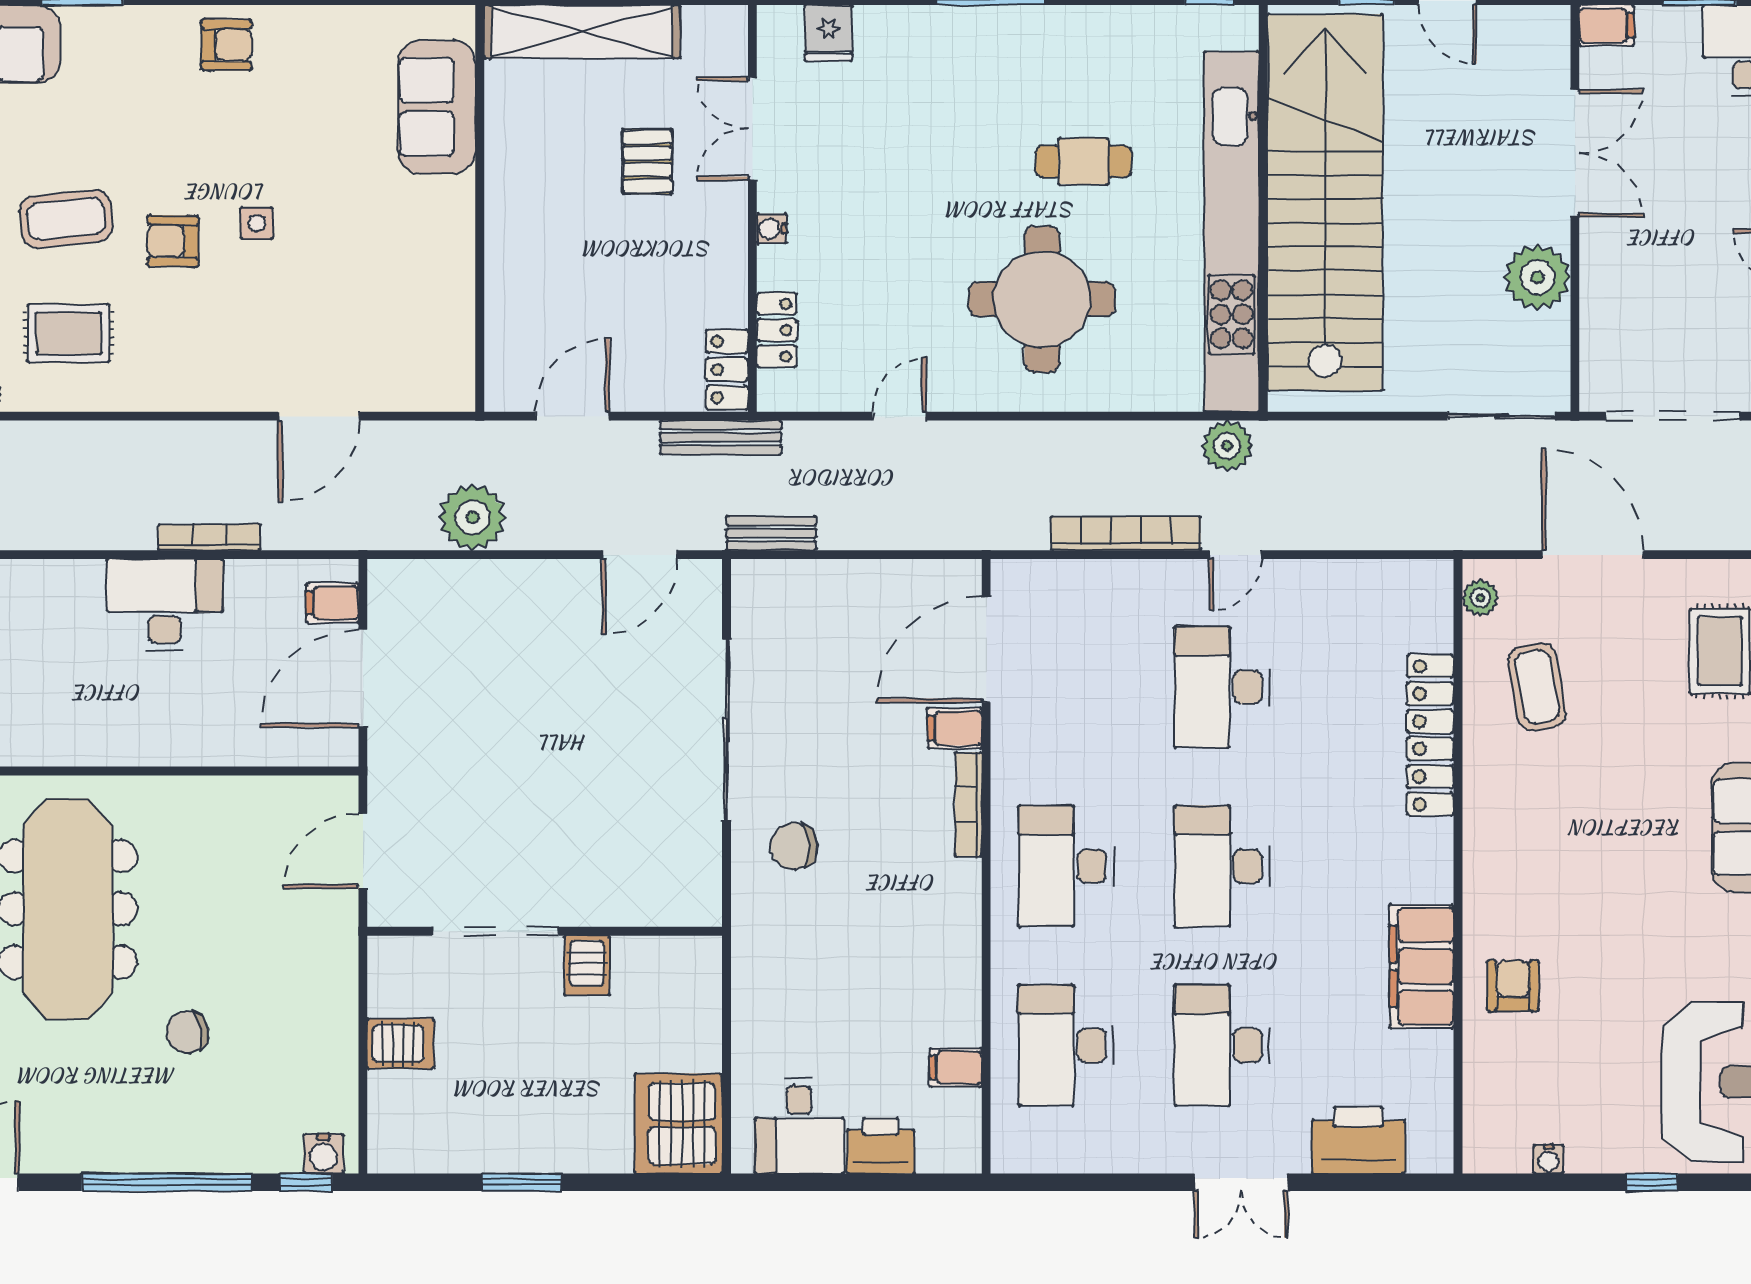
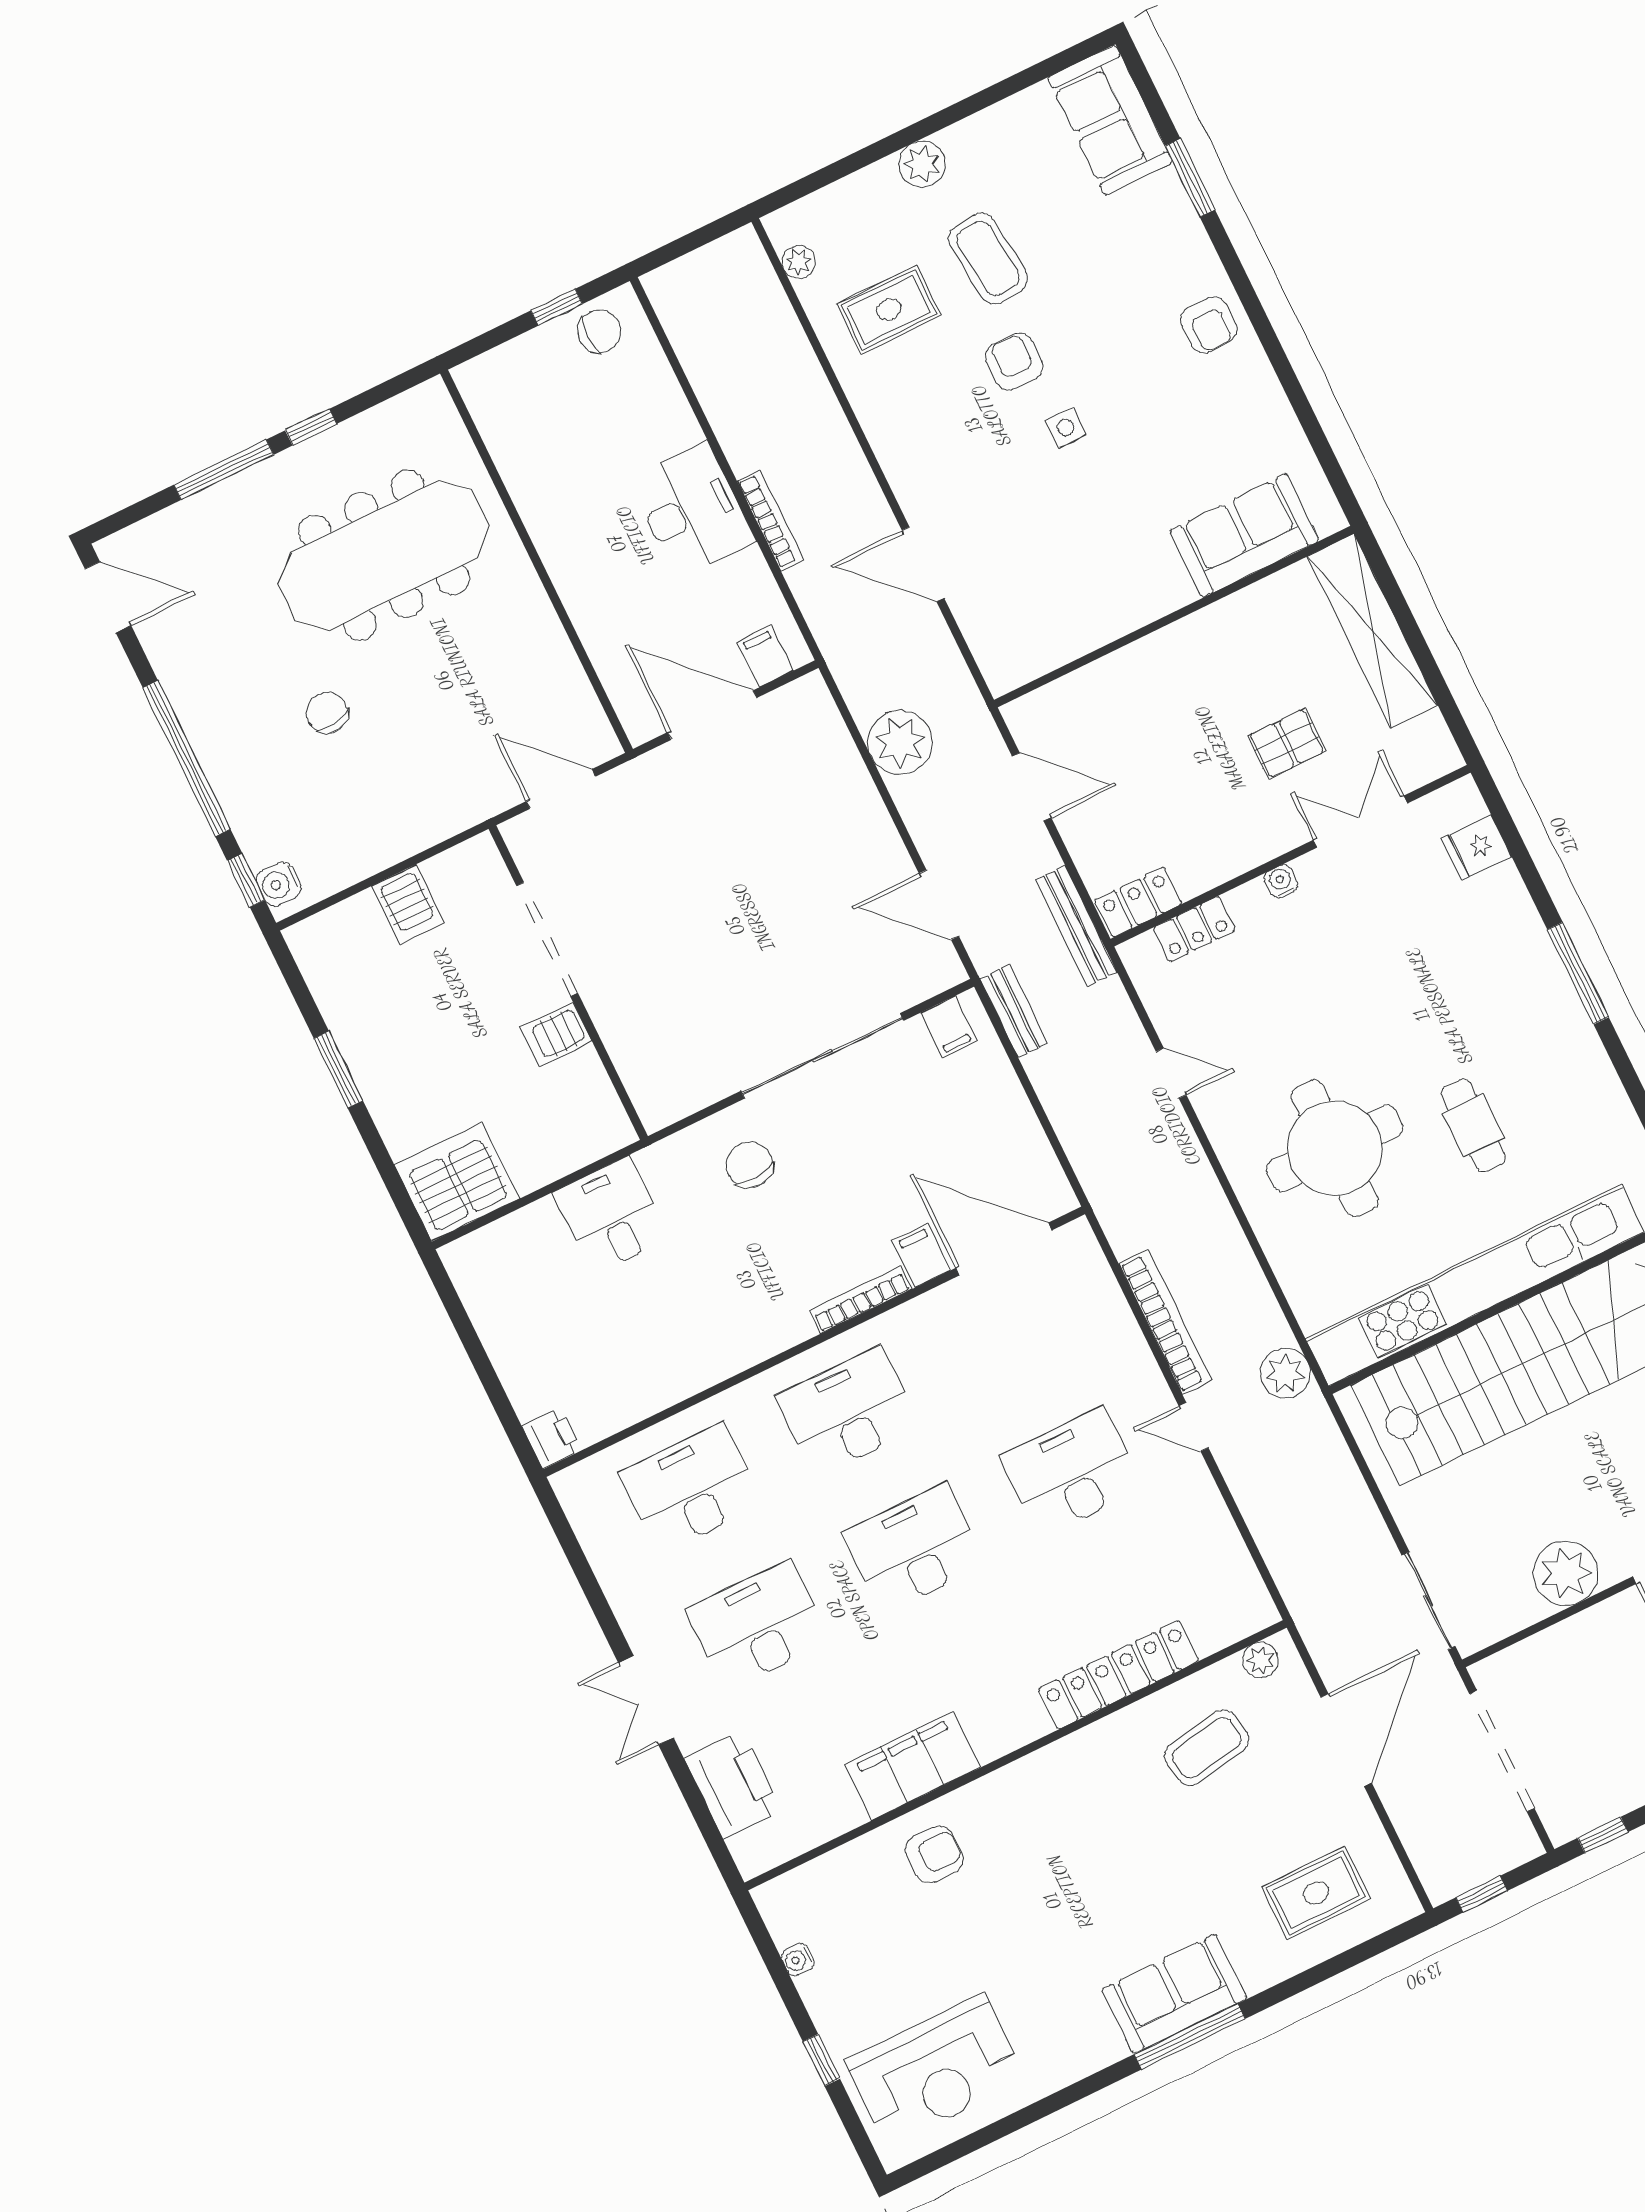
rug: (69, 333) -> (889, 310), turned 90
filing cabinet: (956, 1068) -> (949, 1027), moved, turned 180
desk: (799, 1126) -> (611, 1215), moved, turned 90
printer: (881, 1146) -> (552, 1438), moved, width x0.73, depth x0.81

